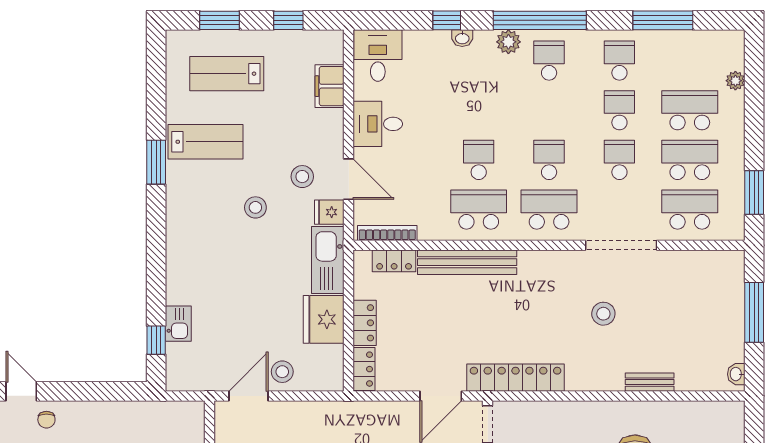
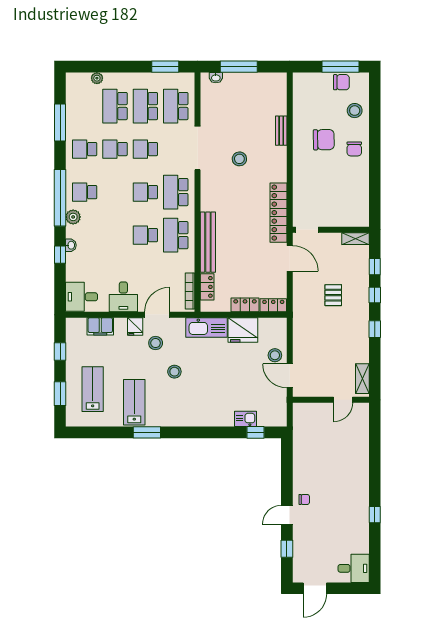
lab bench: (227, 74) -> (93, 389), turned 180
fridge: (329, 212) -> (135, 327), moved
washbasin: (736, 374) -> (216, 78), moved

